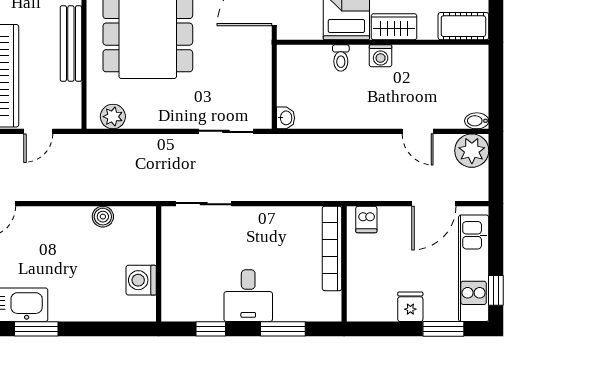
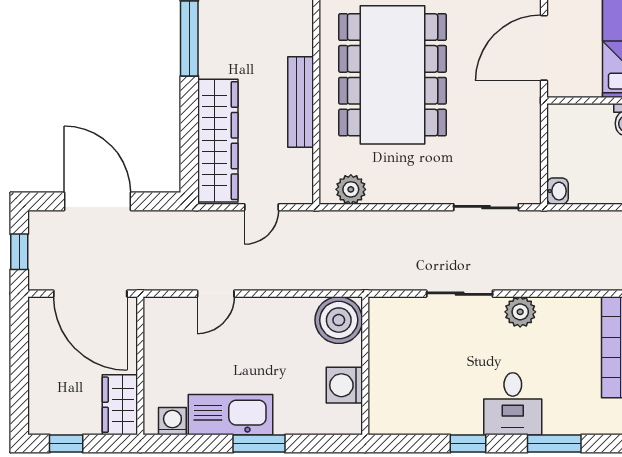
boiler: (103, 217) -> (339, 320), width x1.86, depth x1.86
plant: (254, 219) -> (520, 312), added
wall: (159, 264) -> (365, 366), moved
washing machine: (141, 280) -> (344, 385), moved

